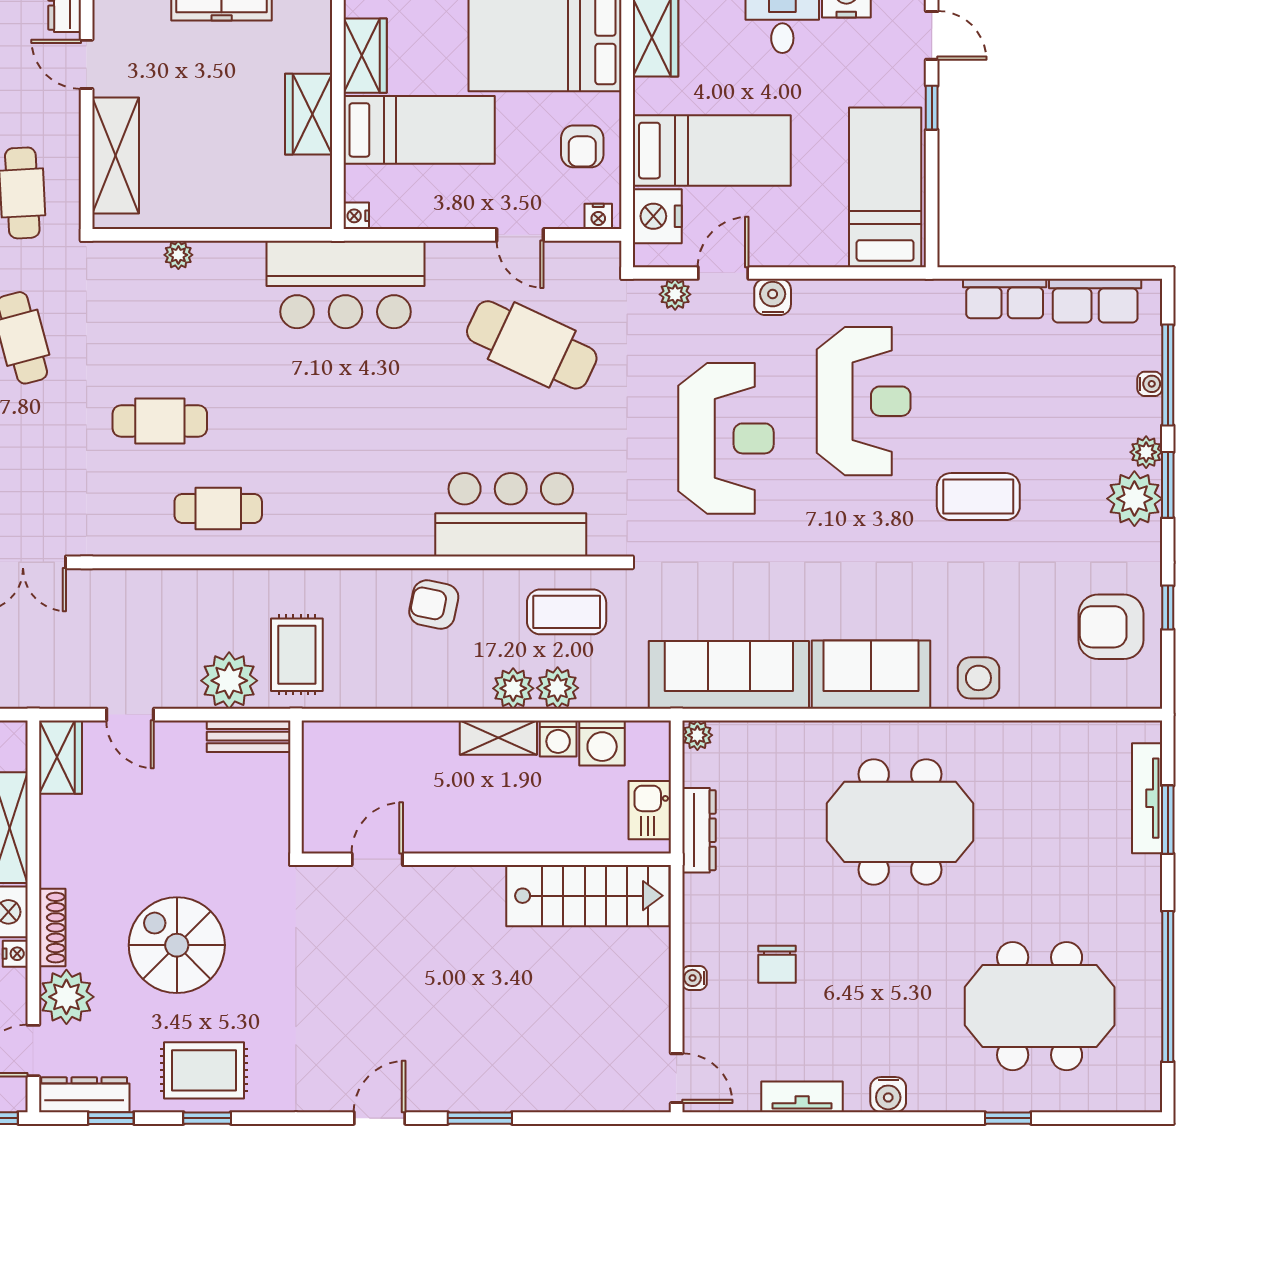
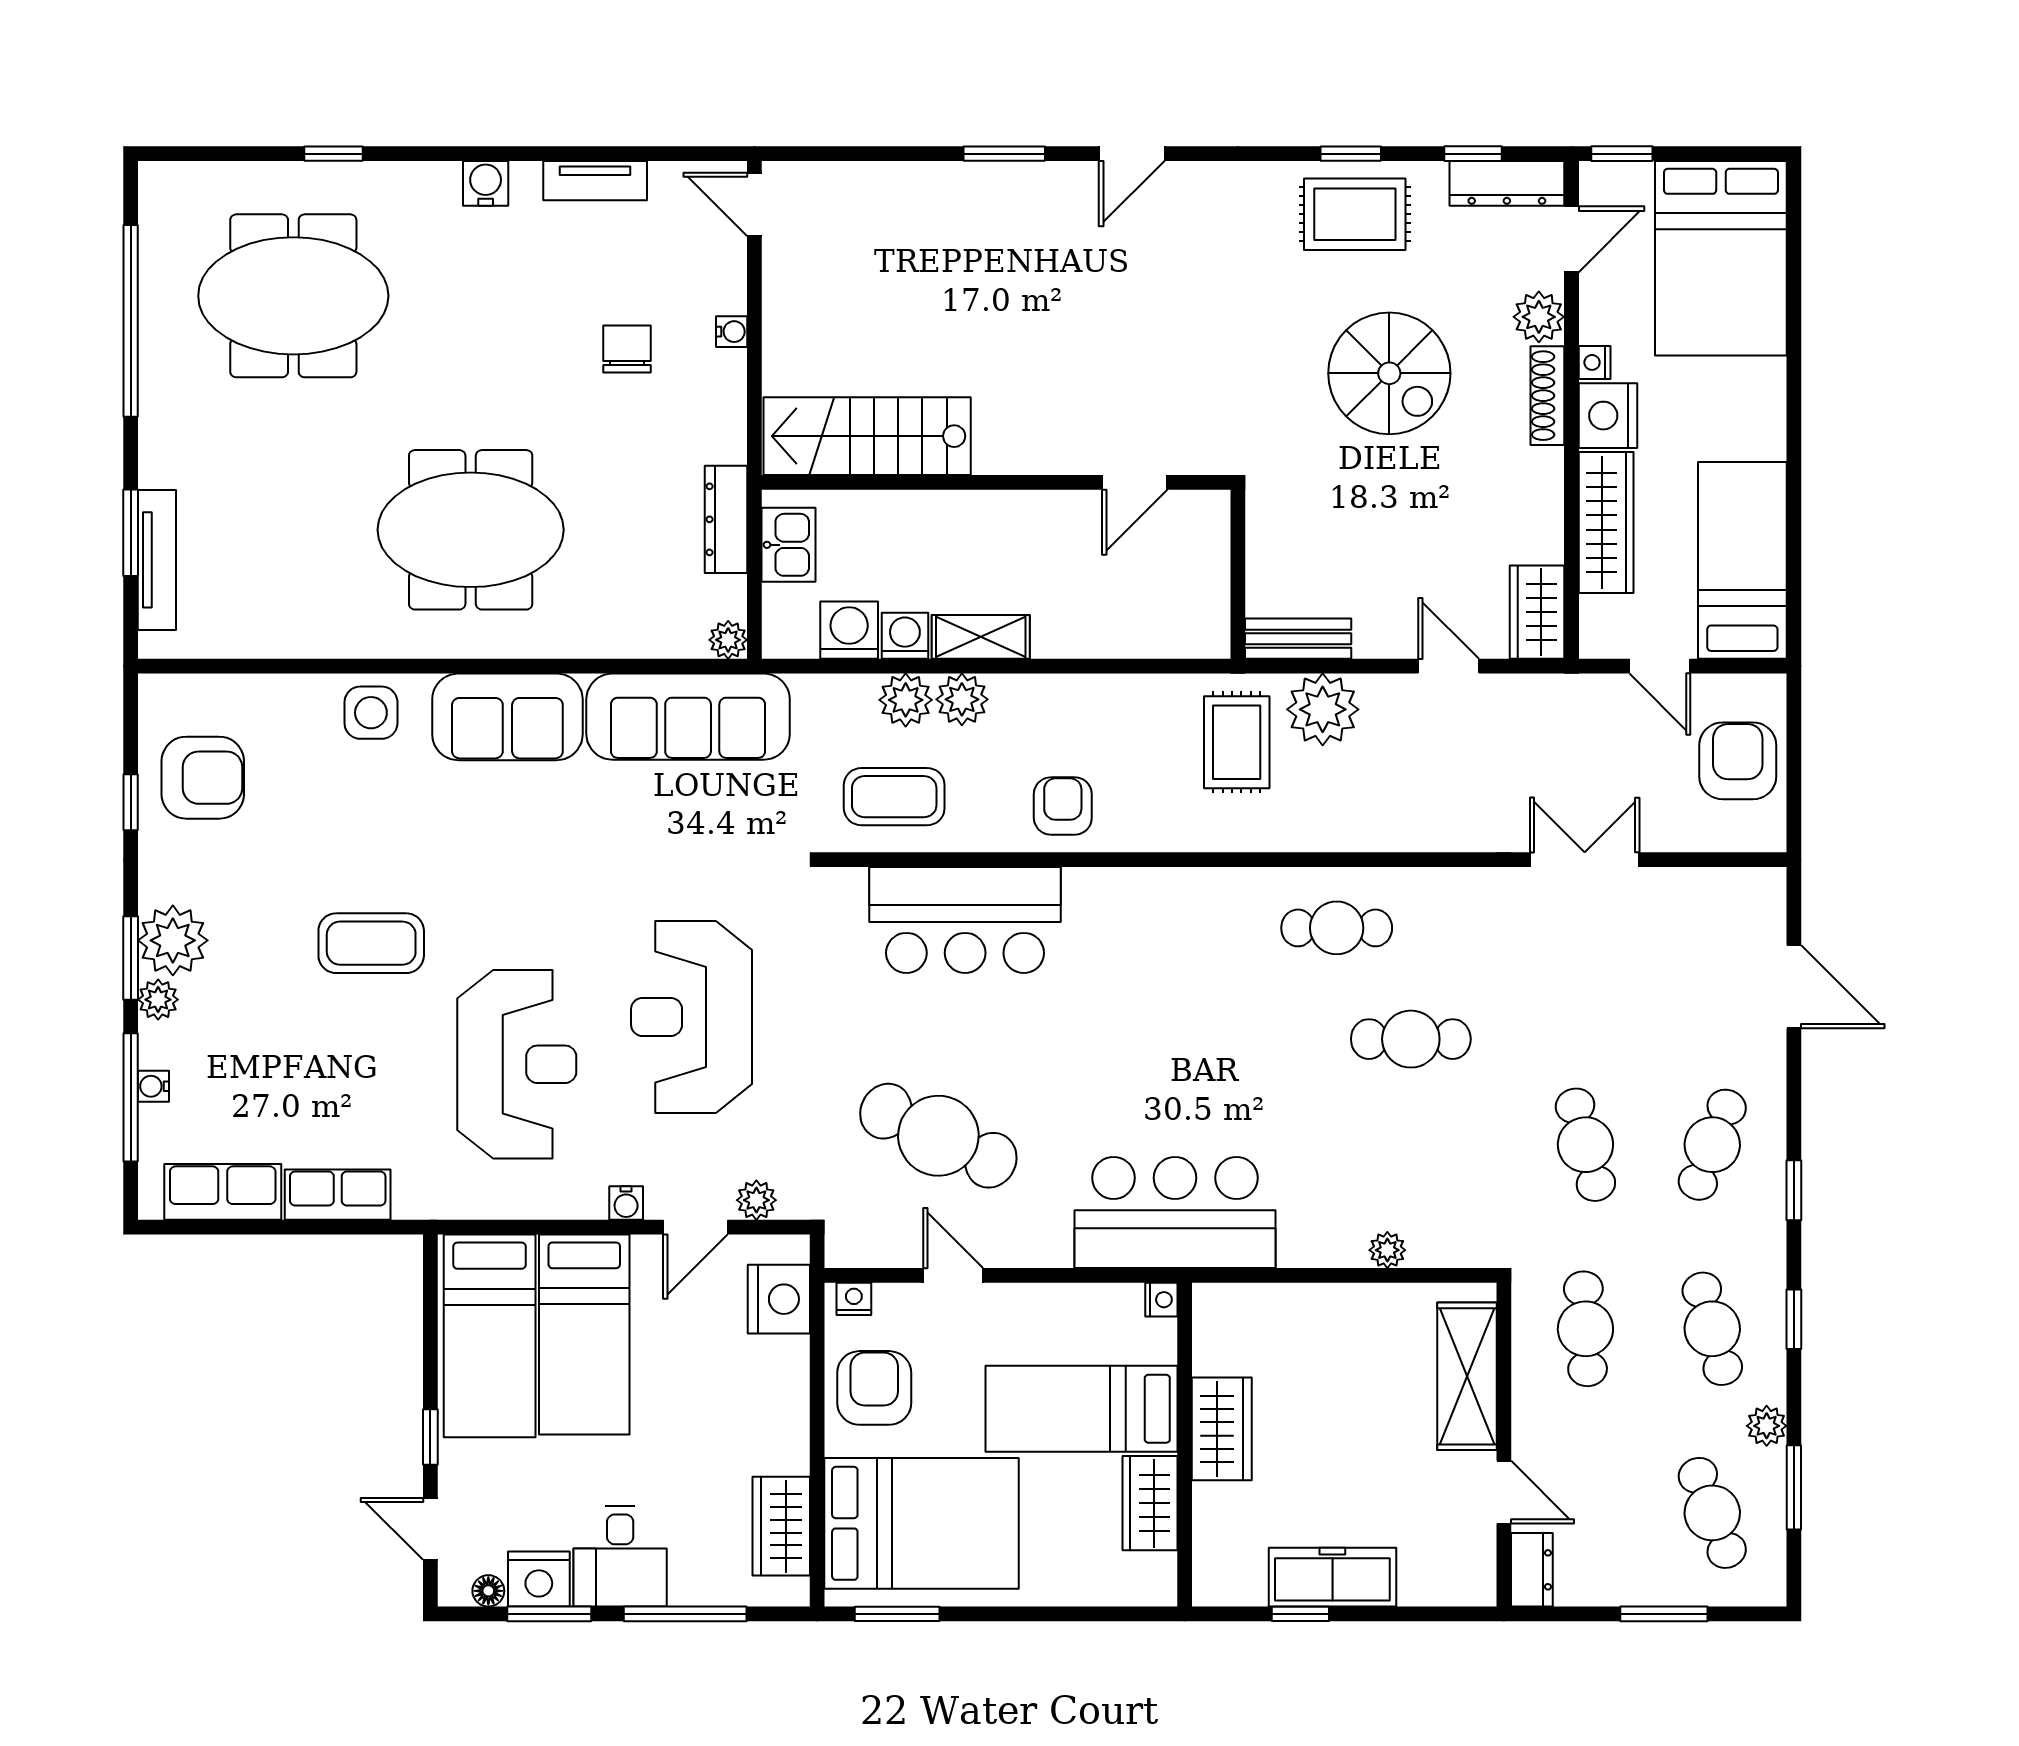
armchair: (582, 146) -> (874, 1388), width x1.38, depth x1.38
bed: (712, 151) -> (584, 1334), moved, turned -90
water cooler: (773, 297) -> (626, 1203), width x0.72, depth x0.72
reception desk: (864, 401) -> (517, 1064), turned 180
armchair: (434, 605) -> (1063, 806), turned -102
plant: (66, 997) -> (1539, 317), width x0.73, depth x0.73

